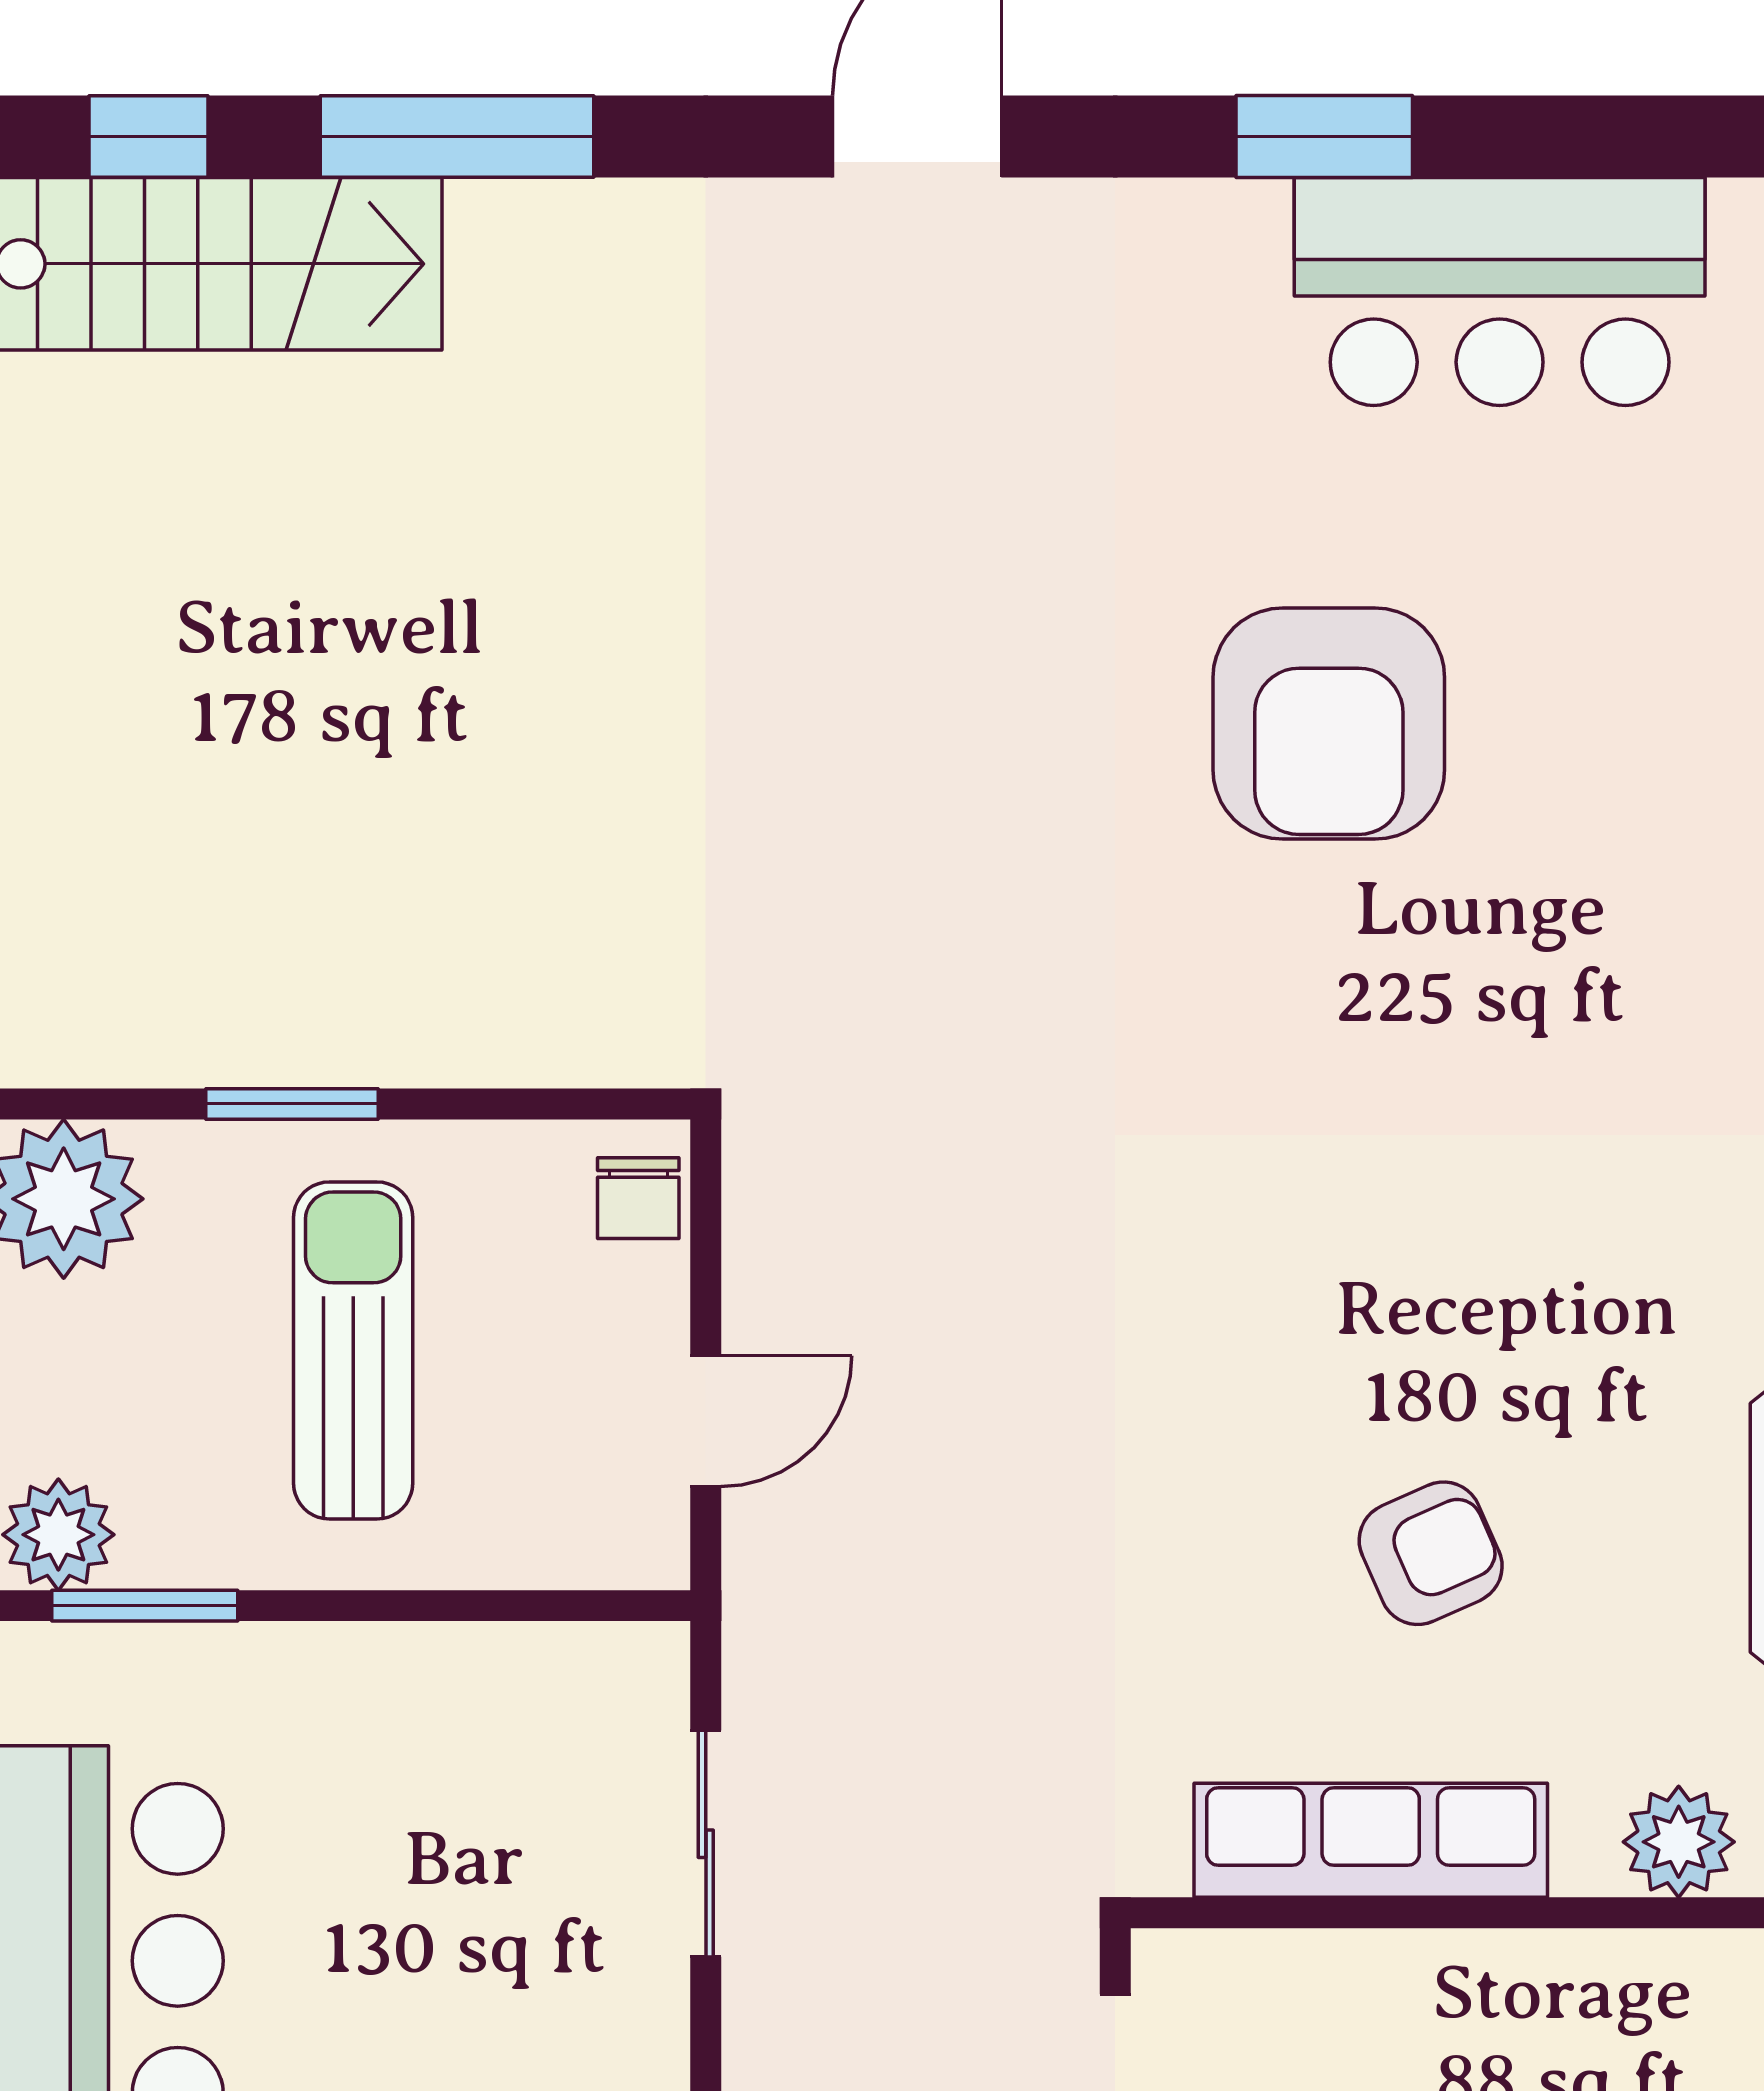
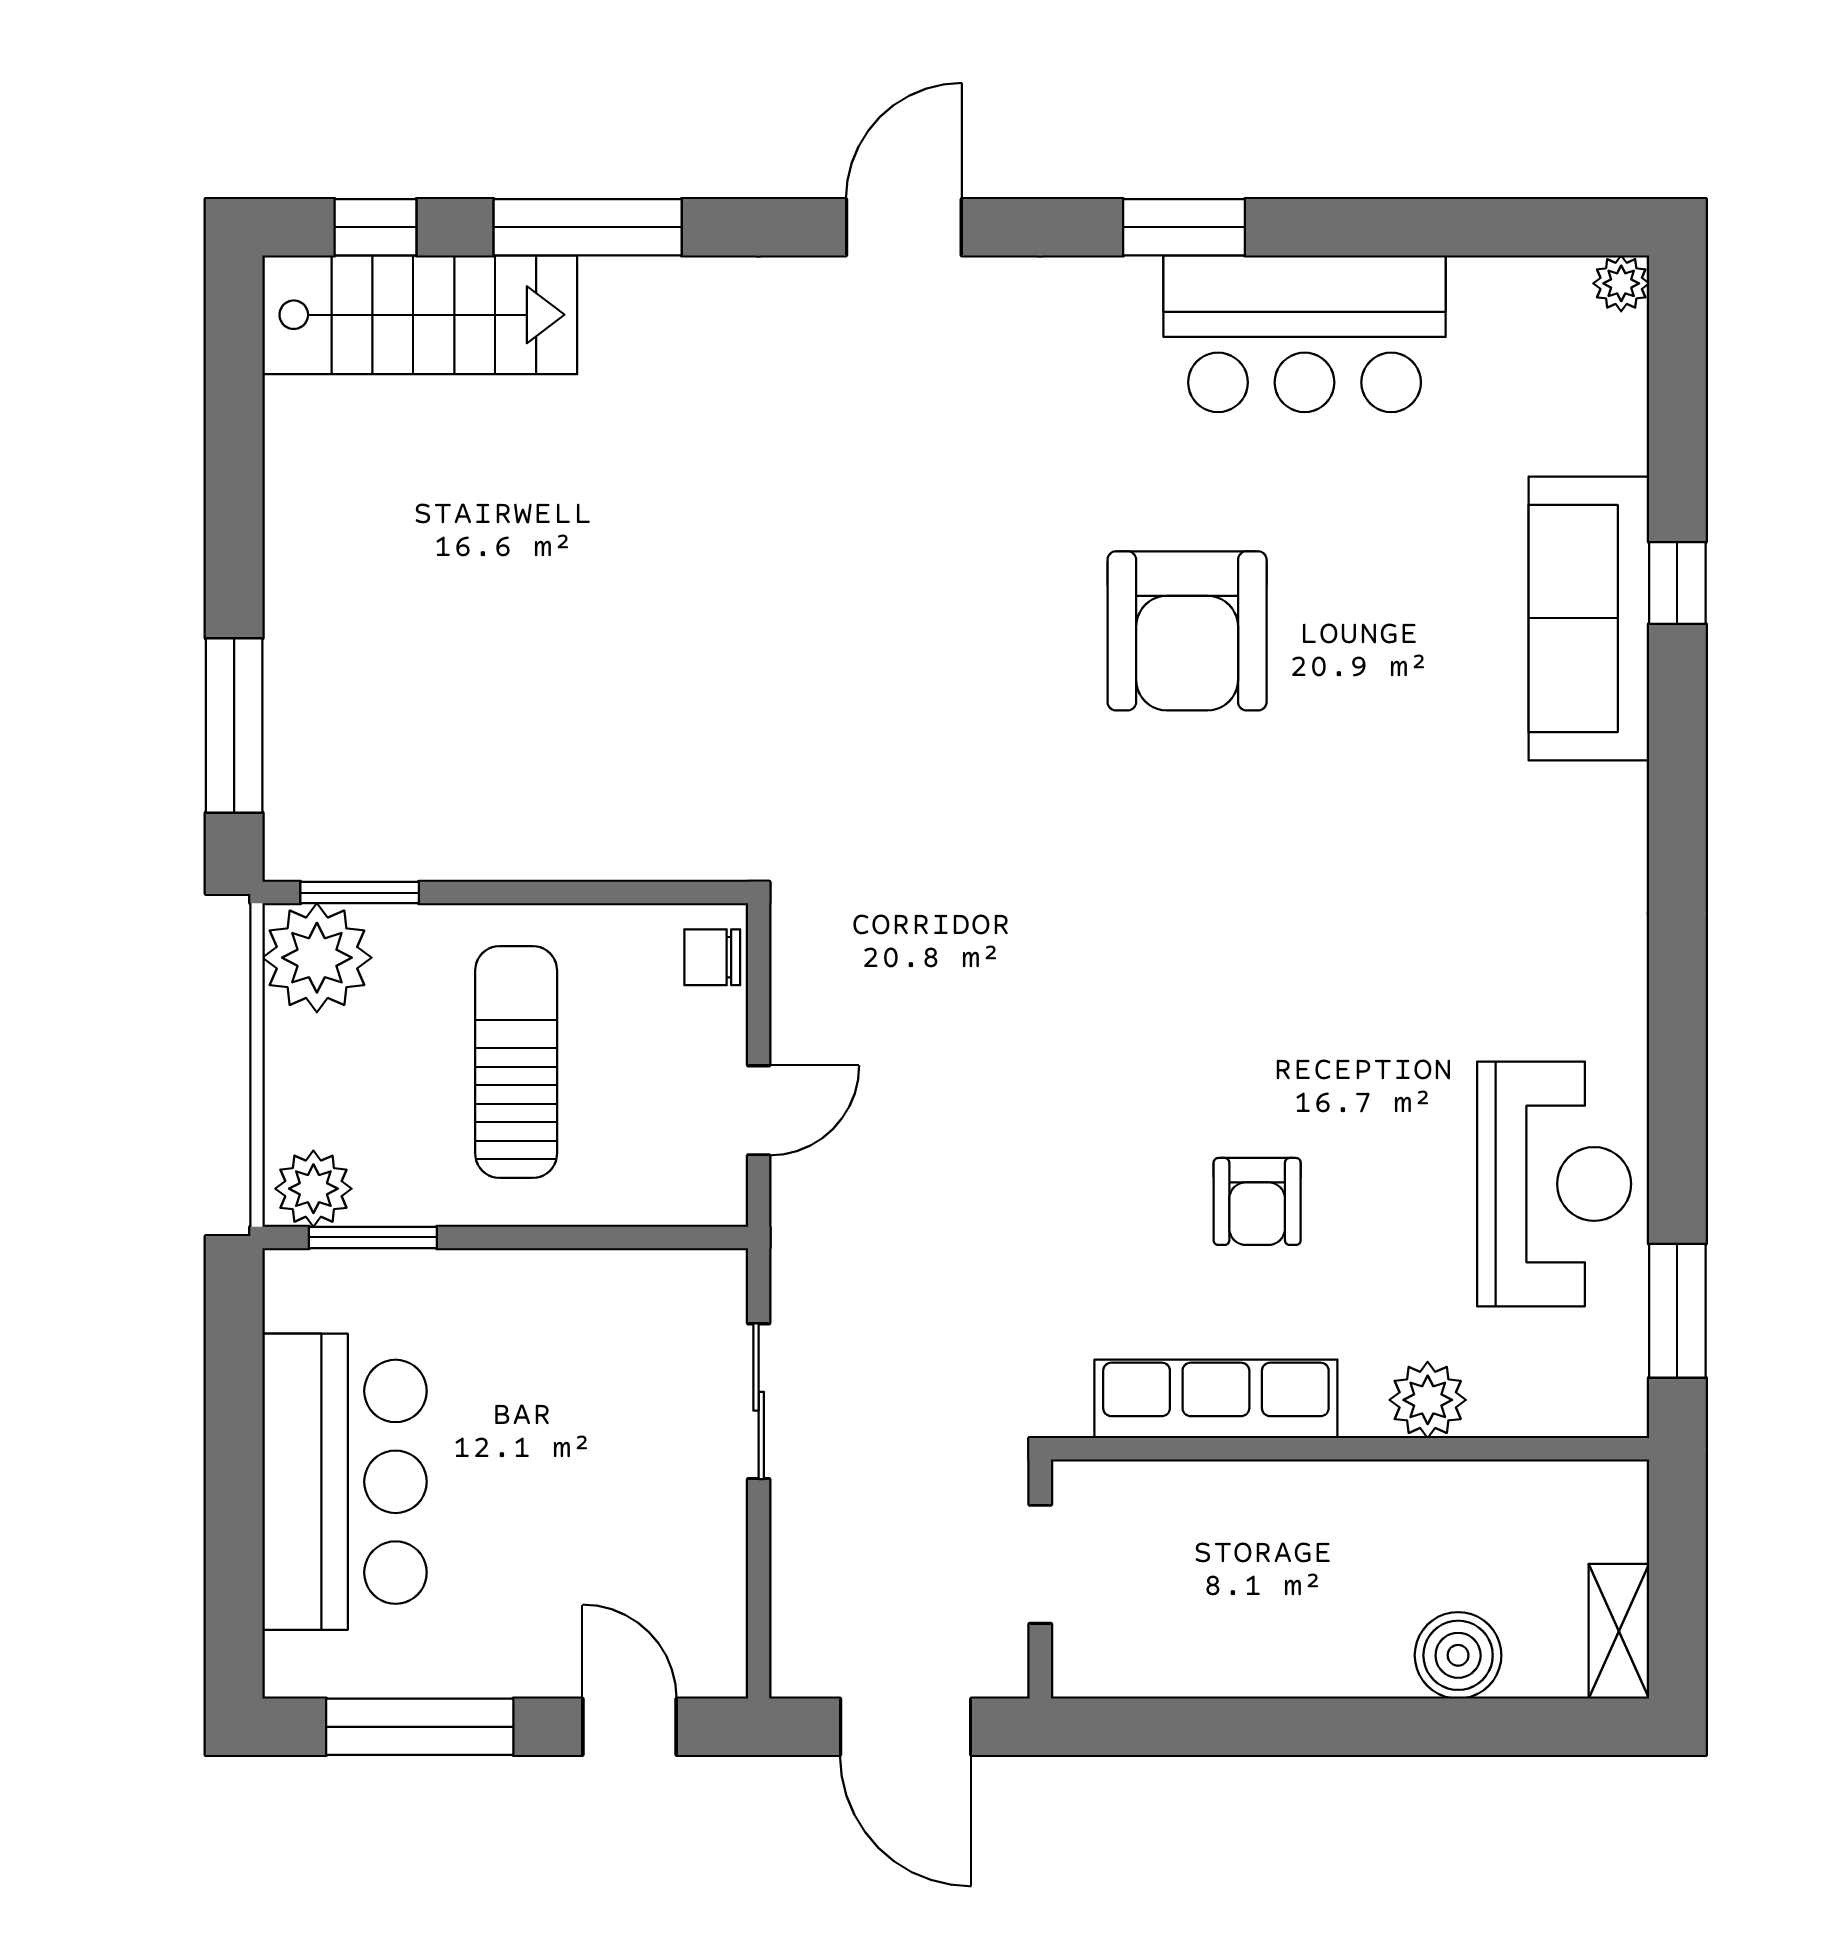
window: (292, 1104) -> (360, 893), moved
chair: (638, 1198) -> (712, 957), turned 90
armchair: (1431, 1553) -> (1257, 1201), turned 114

